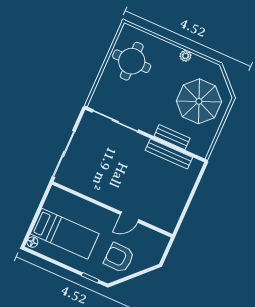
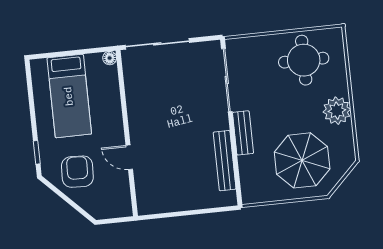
plant: (185, 56) -> (337, 111), width x1.88, depth x1.88
bench: (172, 137) -> (243, 133), moved
floor lamp: (32, 242) -> (110, 58), moved

